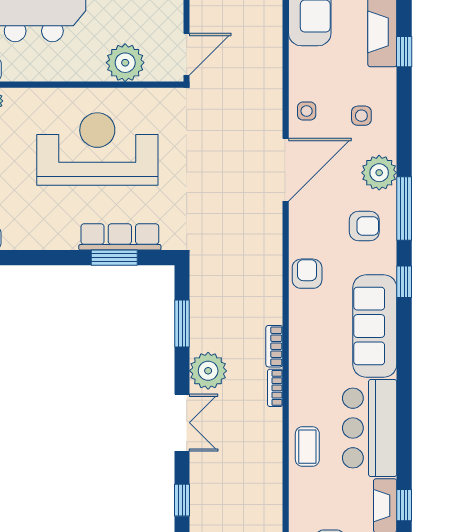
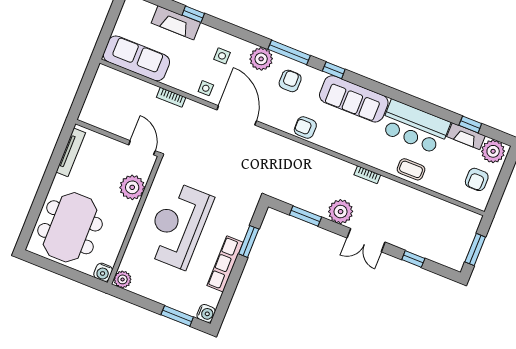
row of seats: (120, 237) -> (225, 264), moved
bookcase: (274, 346) -> (171, 97), moved
double door: (182, 423) -> (366, 240), swing flipped

